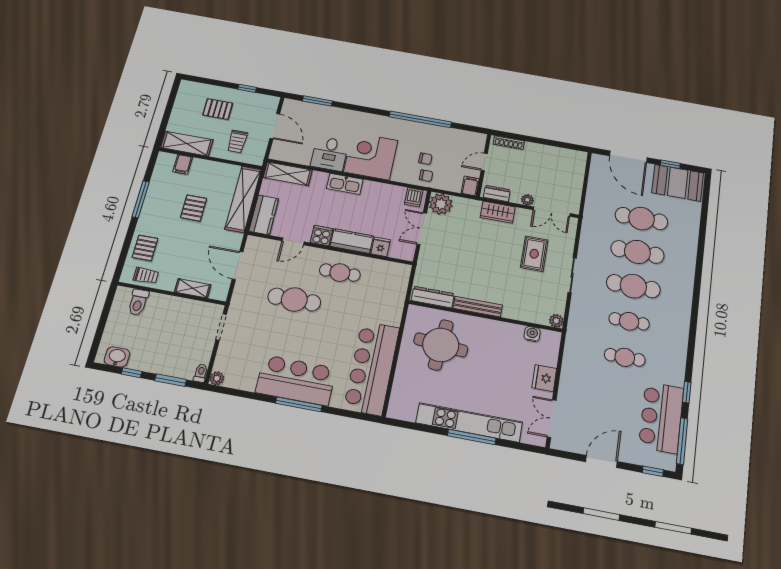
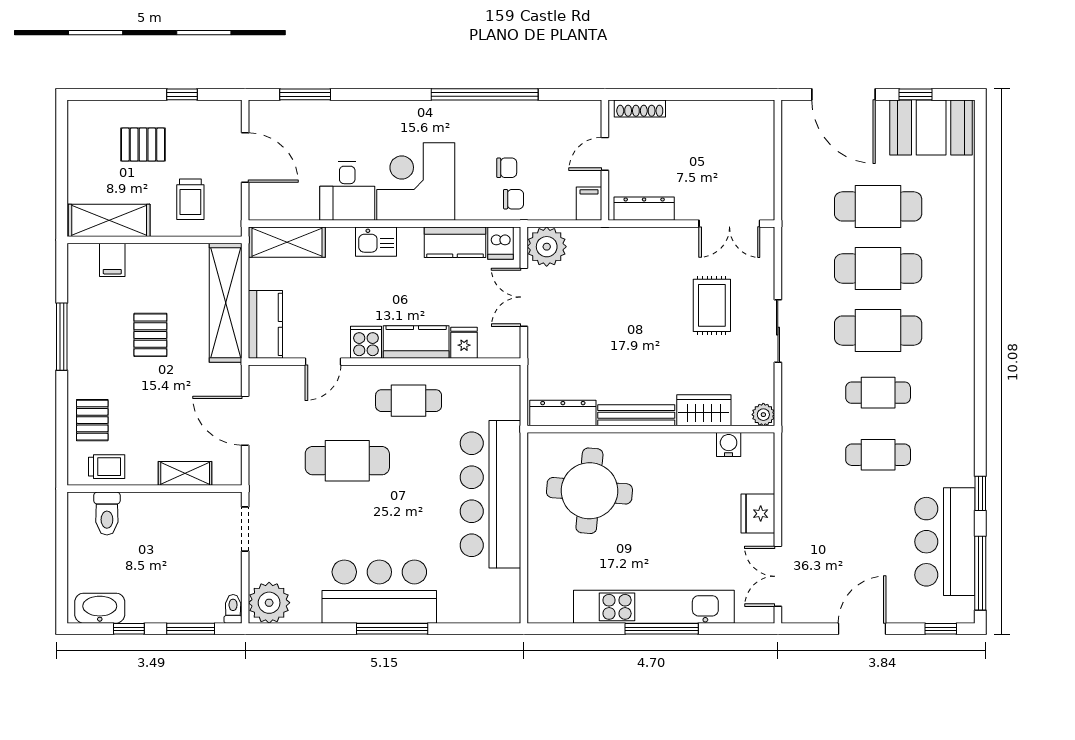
kitchen sink: (345, 184) -> (376, 242), width x0.73
kitchen counter: (387, 192) -> (455, 242), added
dresser: (497, 194) -> (644, 209), width x1.44
plant: (527, 200) -> (687, 210), removed
wardrobe: (498, 212) -> (704, 410), moved, turned 180
washbasin: (117, 357) -> (100, 608), width x1.38
bar counter: (372, 368) -> (490, 494), moved
plant: (217, 378) -> (269, 603), width x1.88, depth x1.88

